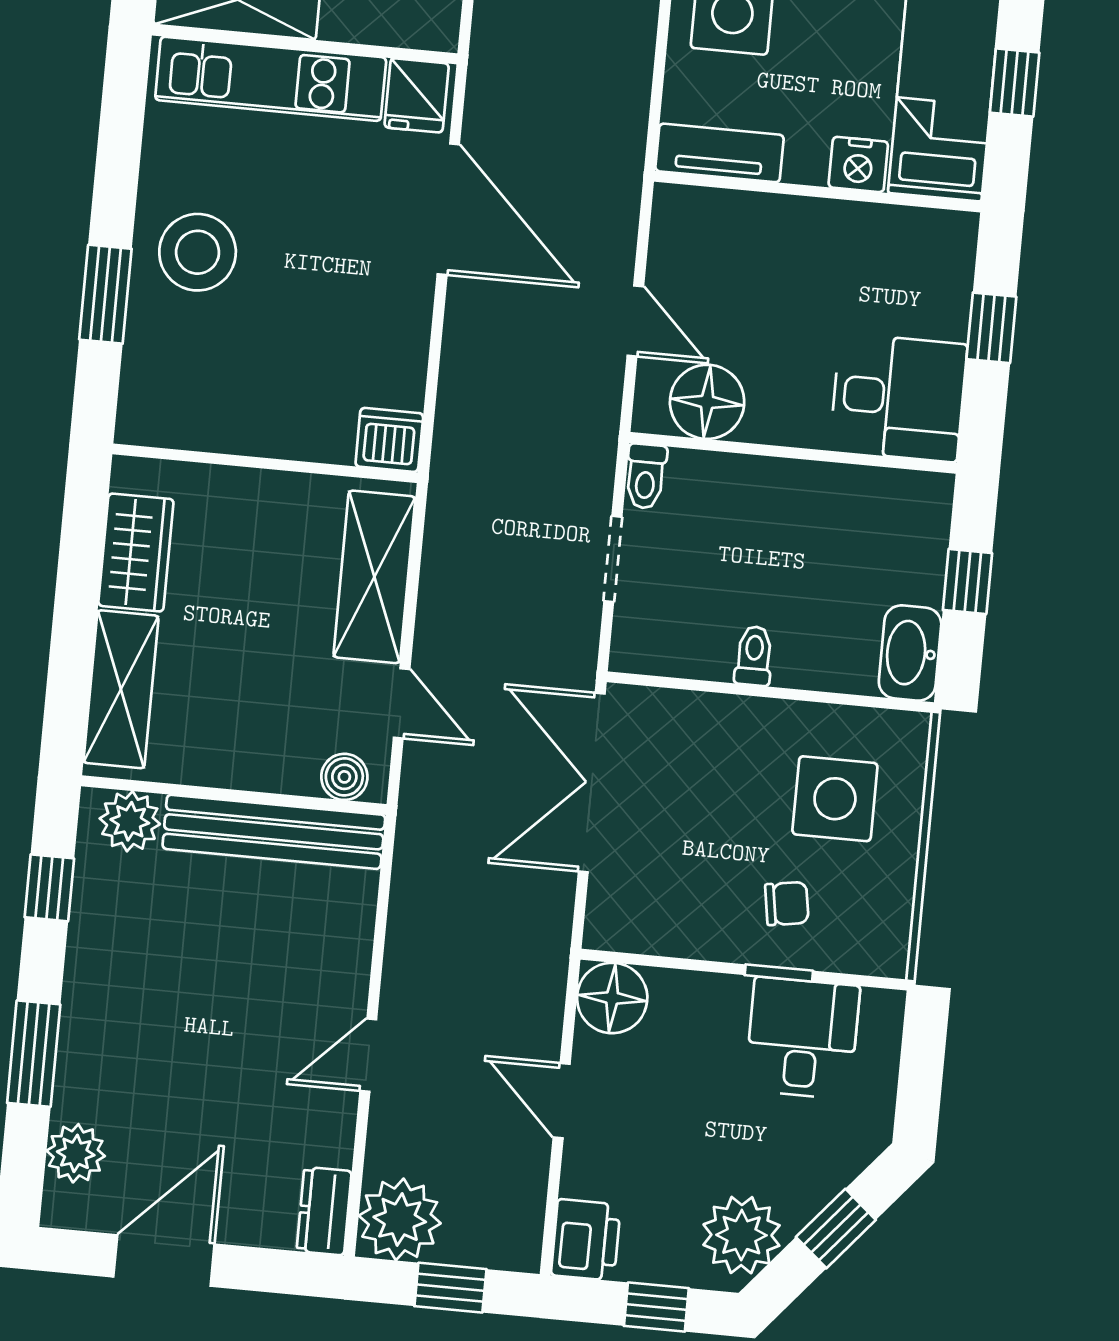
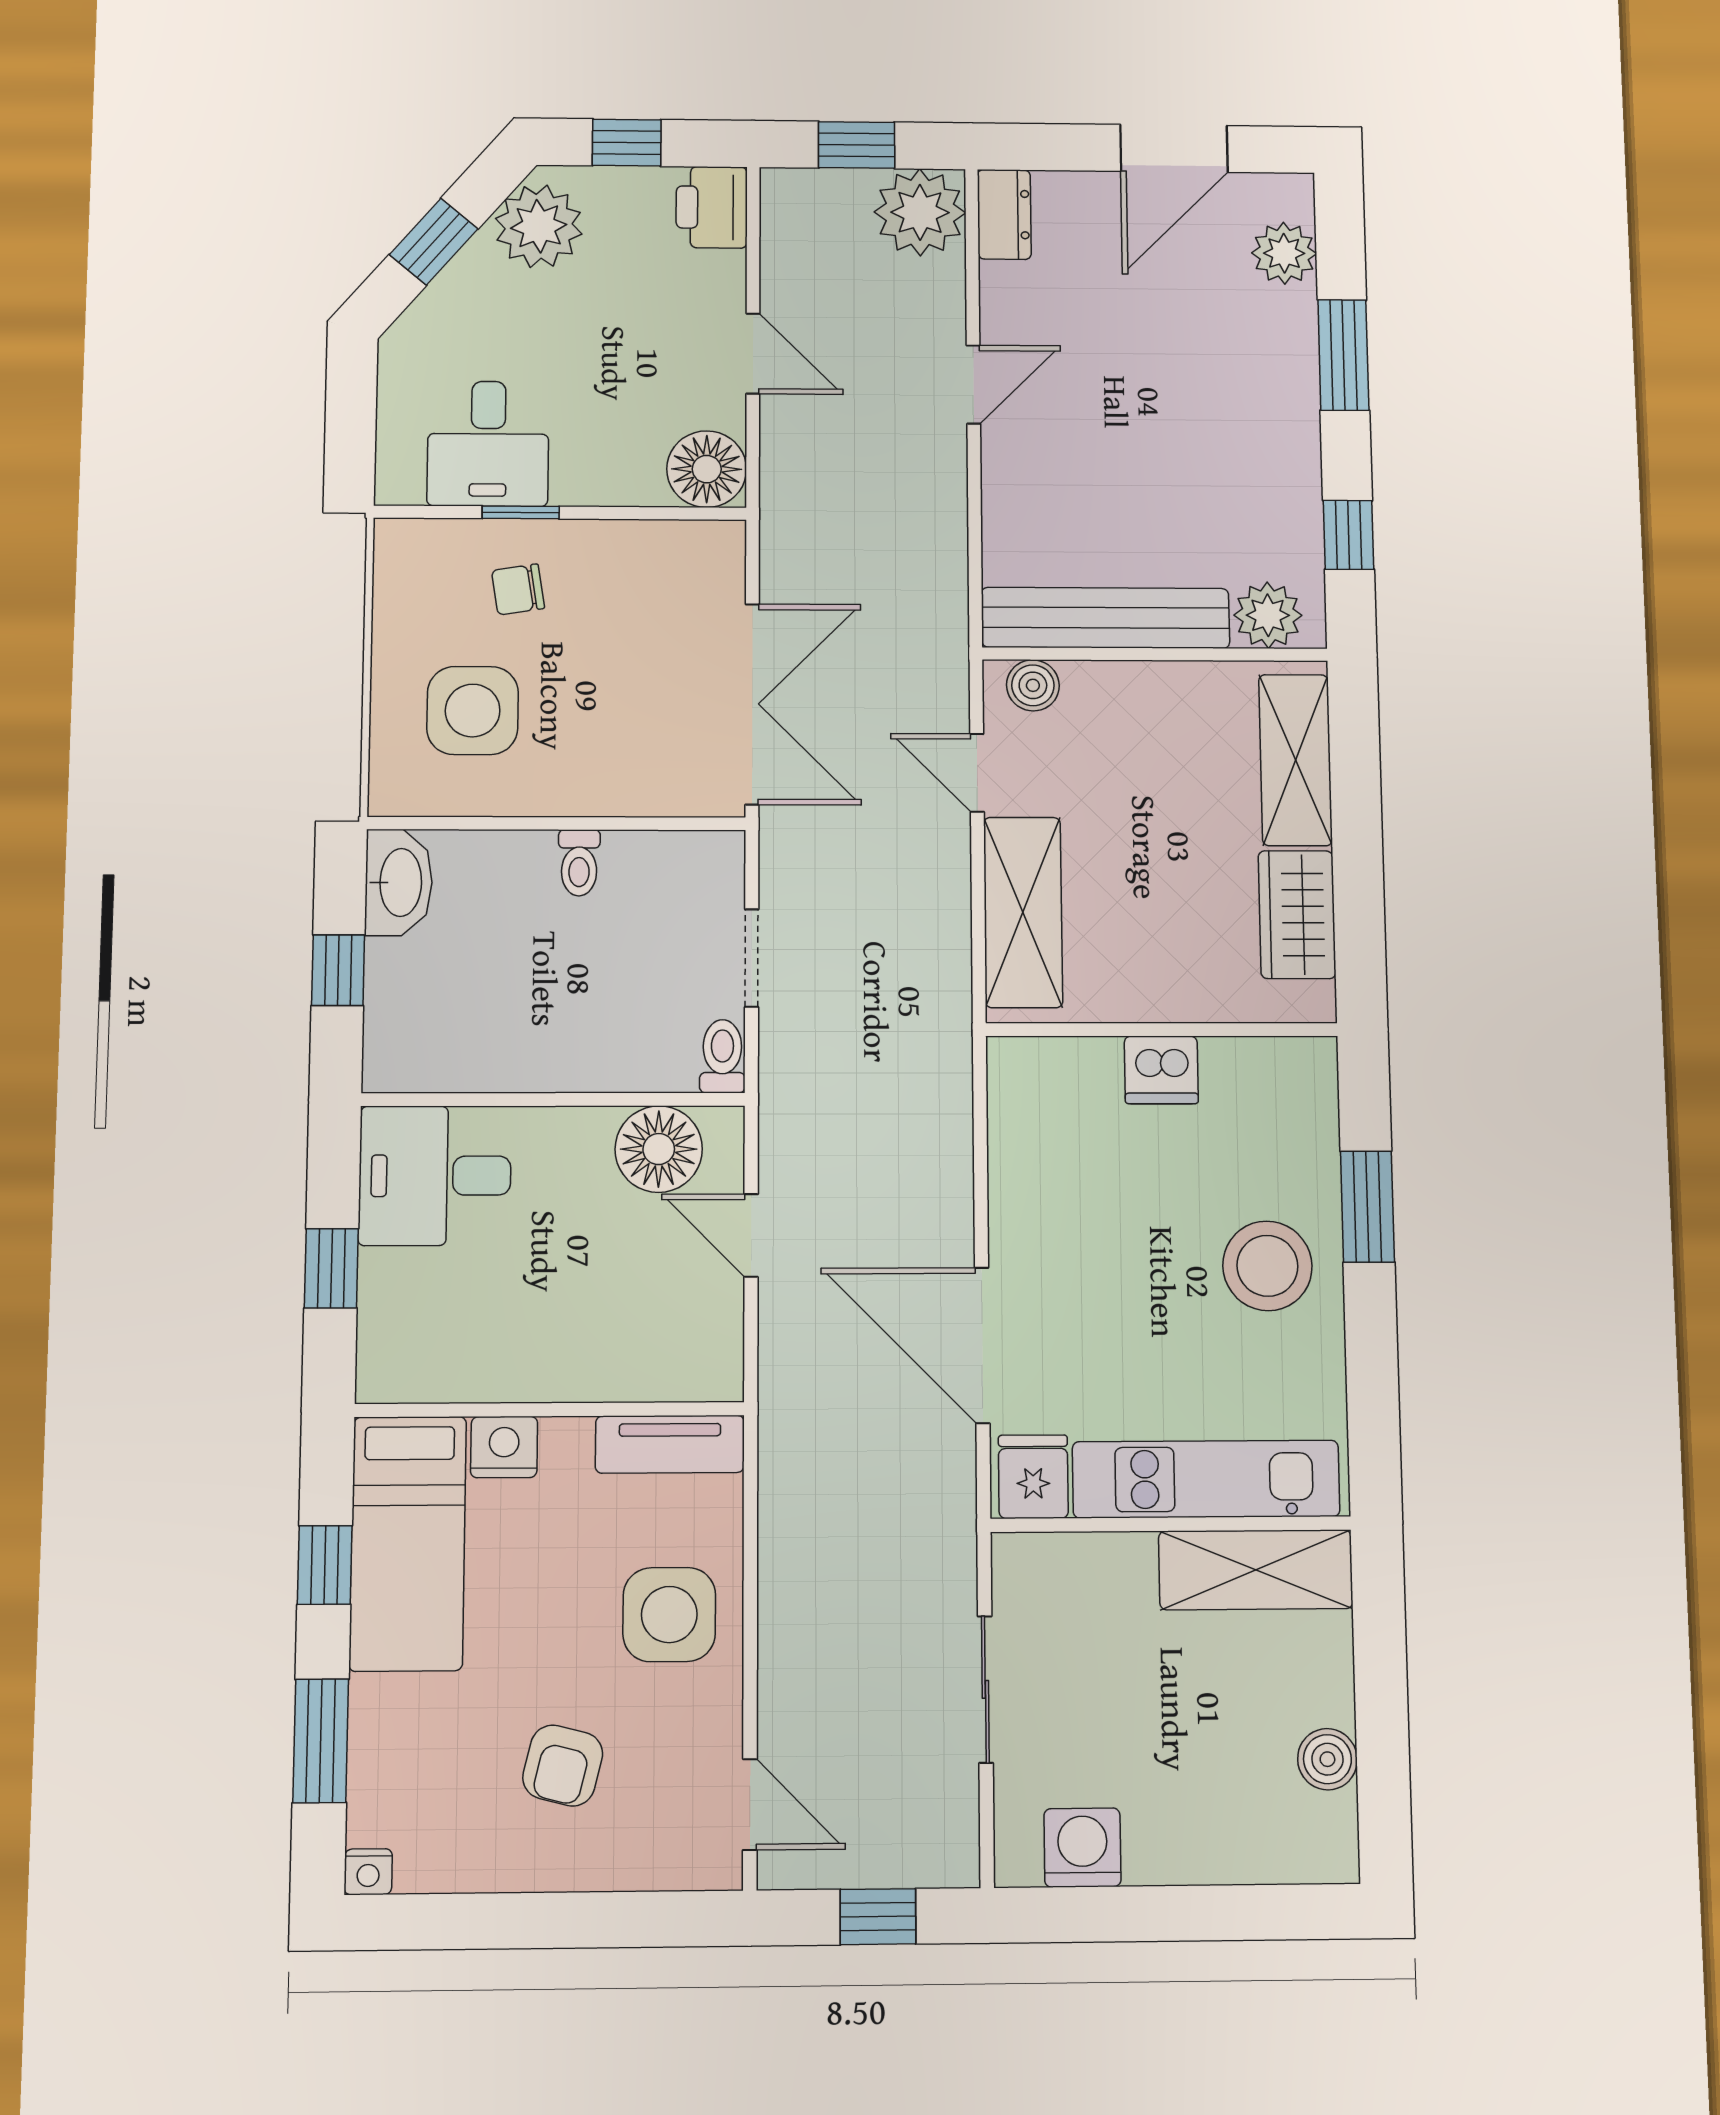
dishwasher: (389, 440) -> (1161, 1070), moved

